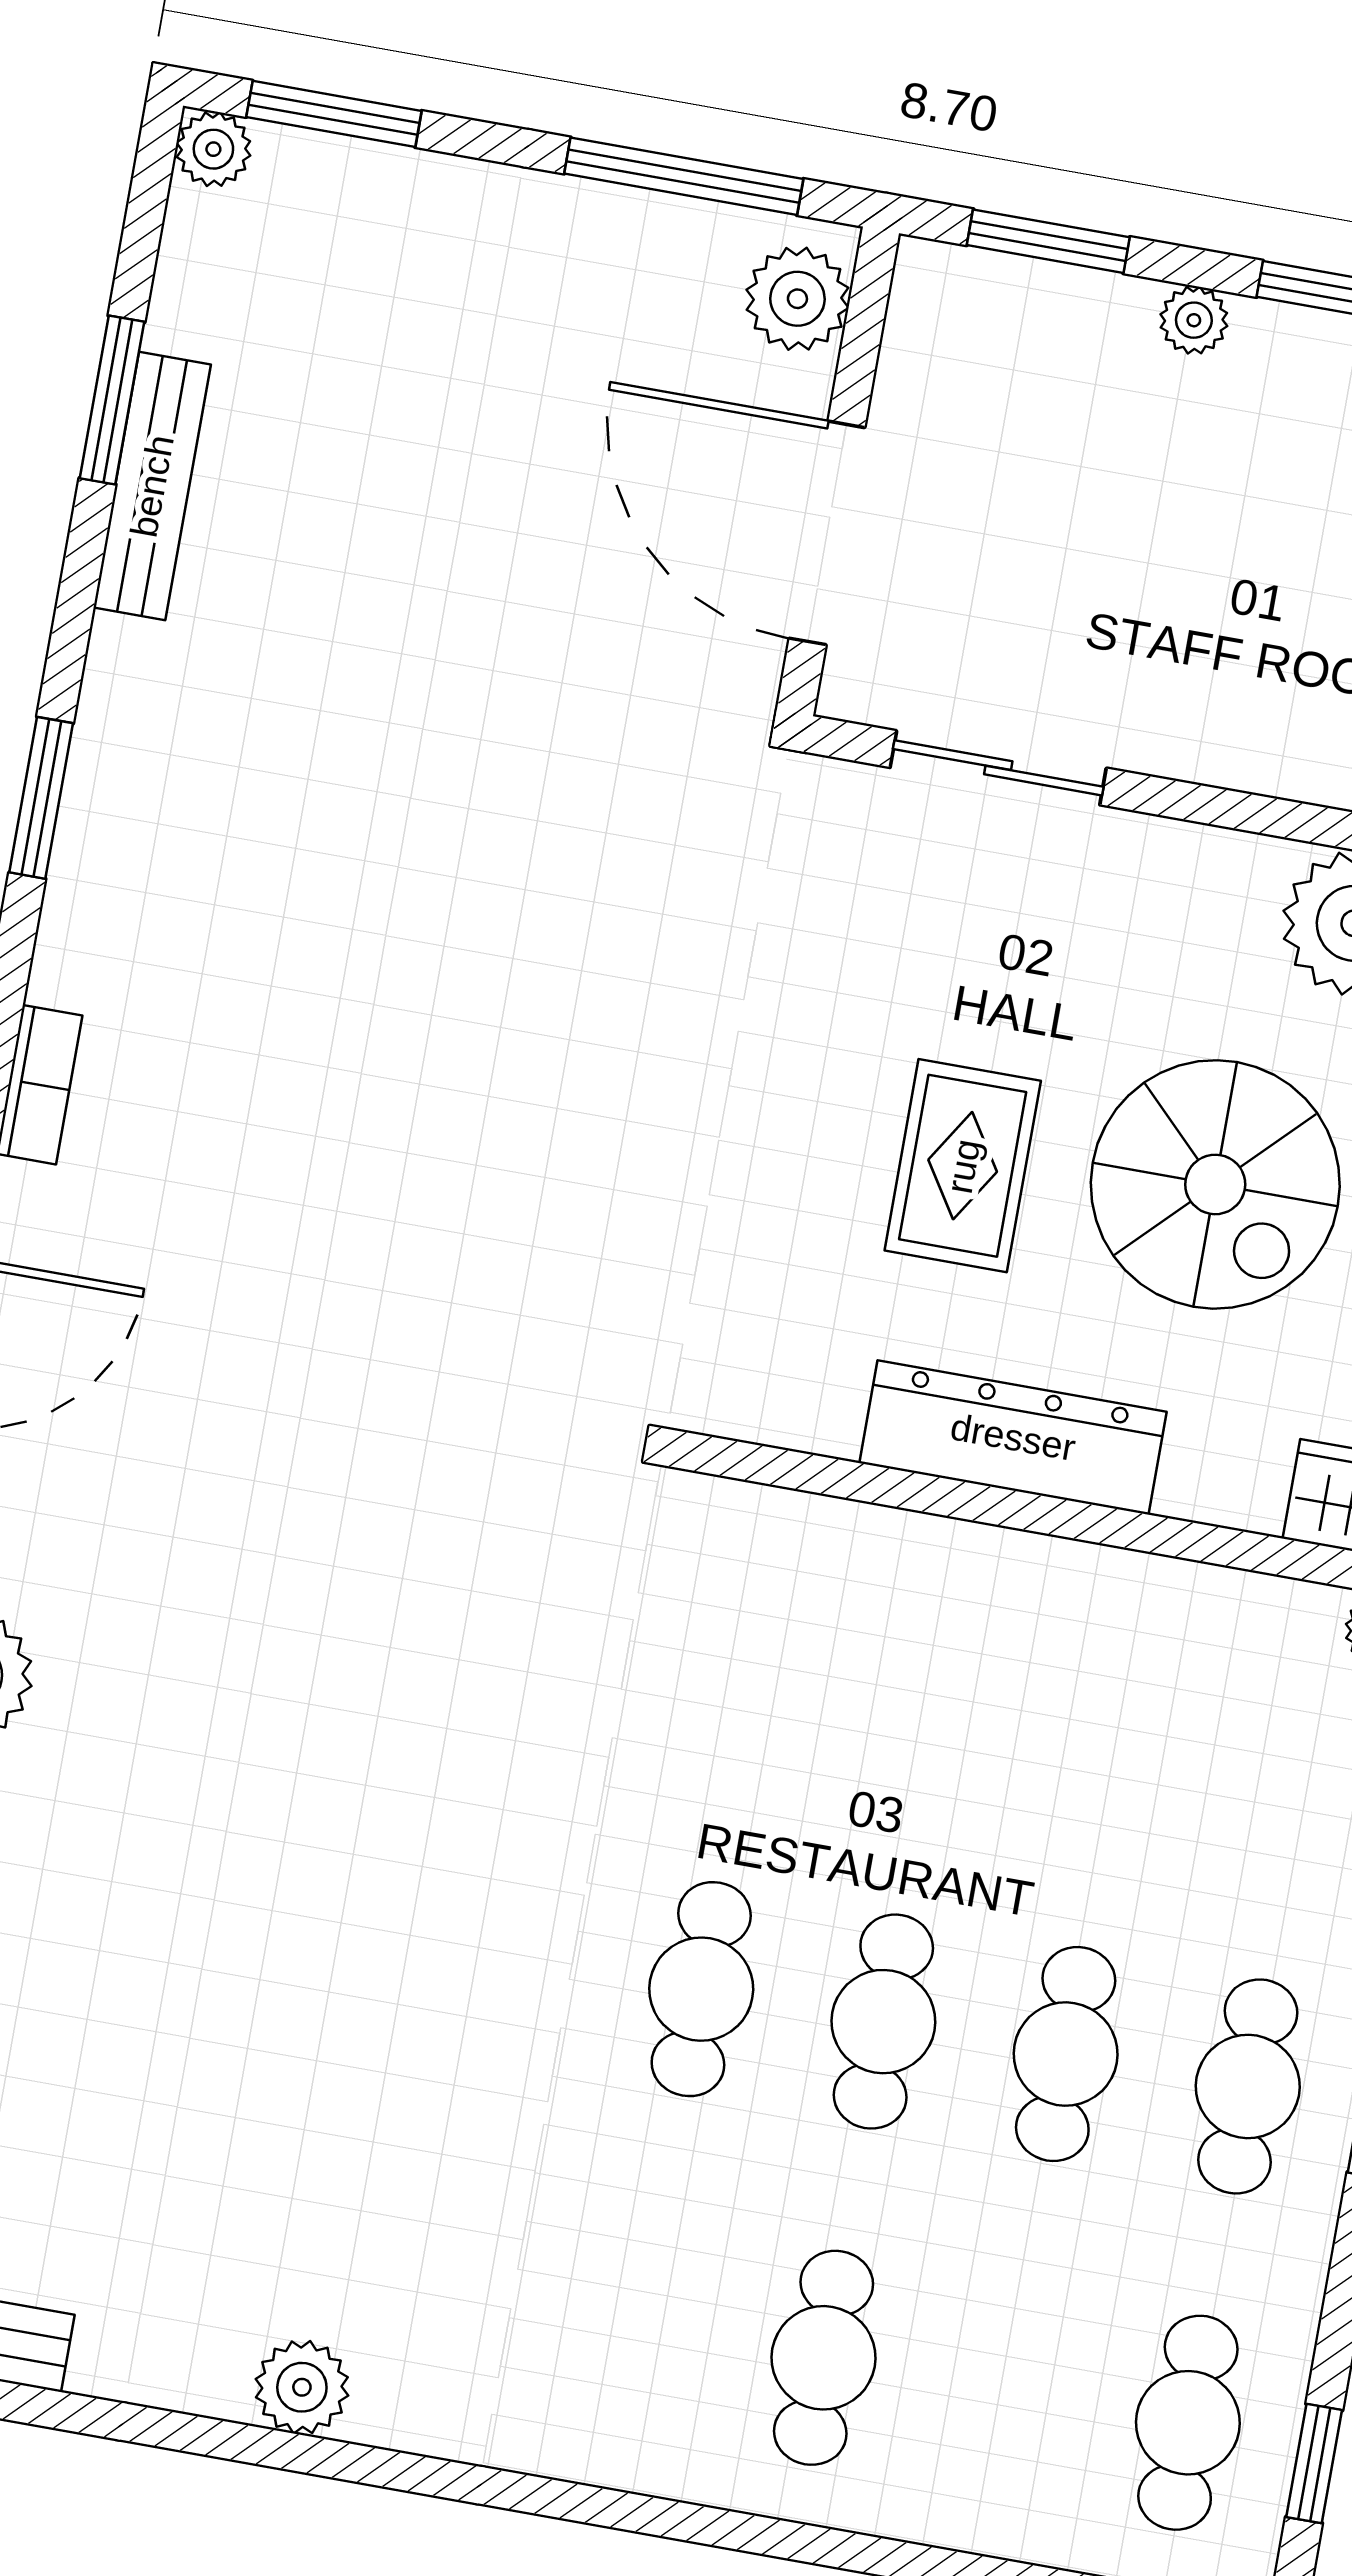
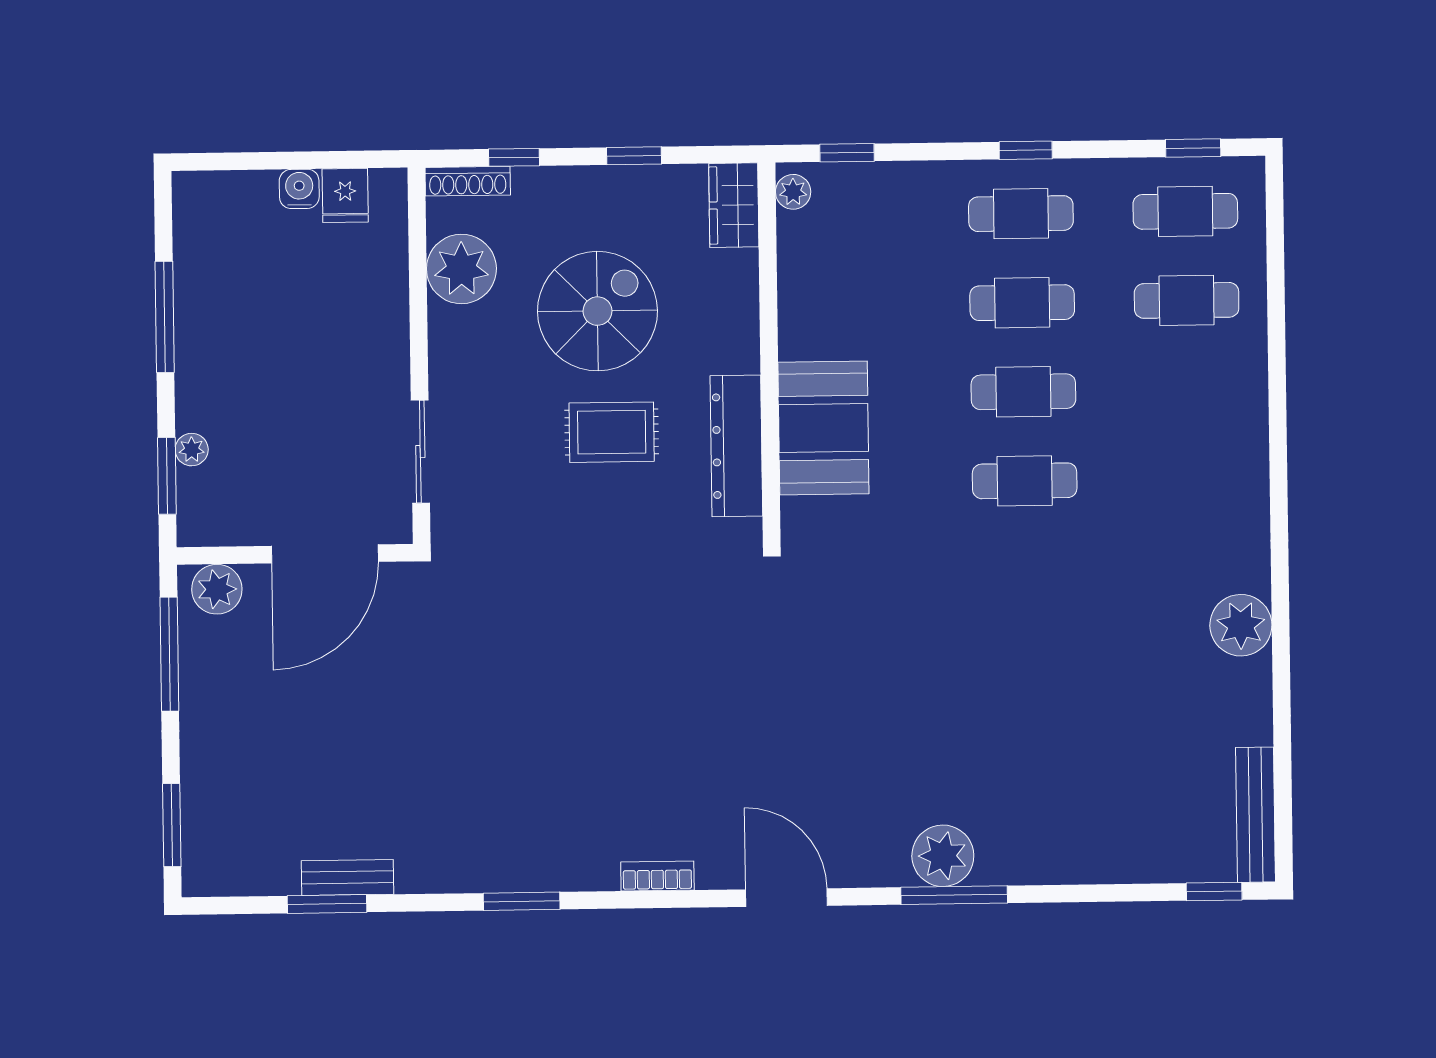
plant: (213, 149) -> (199, 879), removed
plant: (1194, 320) -> (192, 450), moved
bench: (152, 486) -> (347, 877), width x0.73
dresser: (1013, 1437) -> (736, 446), moved
booth: (888, 1599) -> (823, 428), added
cafe table: (824, 2358) -> (1187, 300), moved
plant: (302, 2387) -> (1241, 625), width x1.36, depth x1.36

